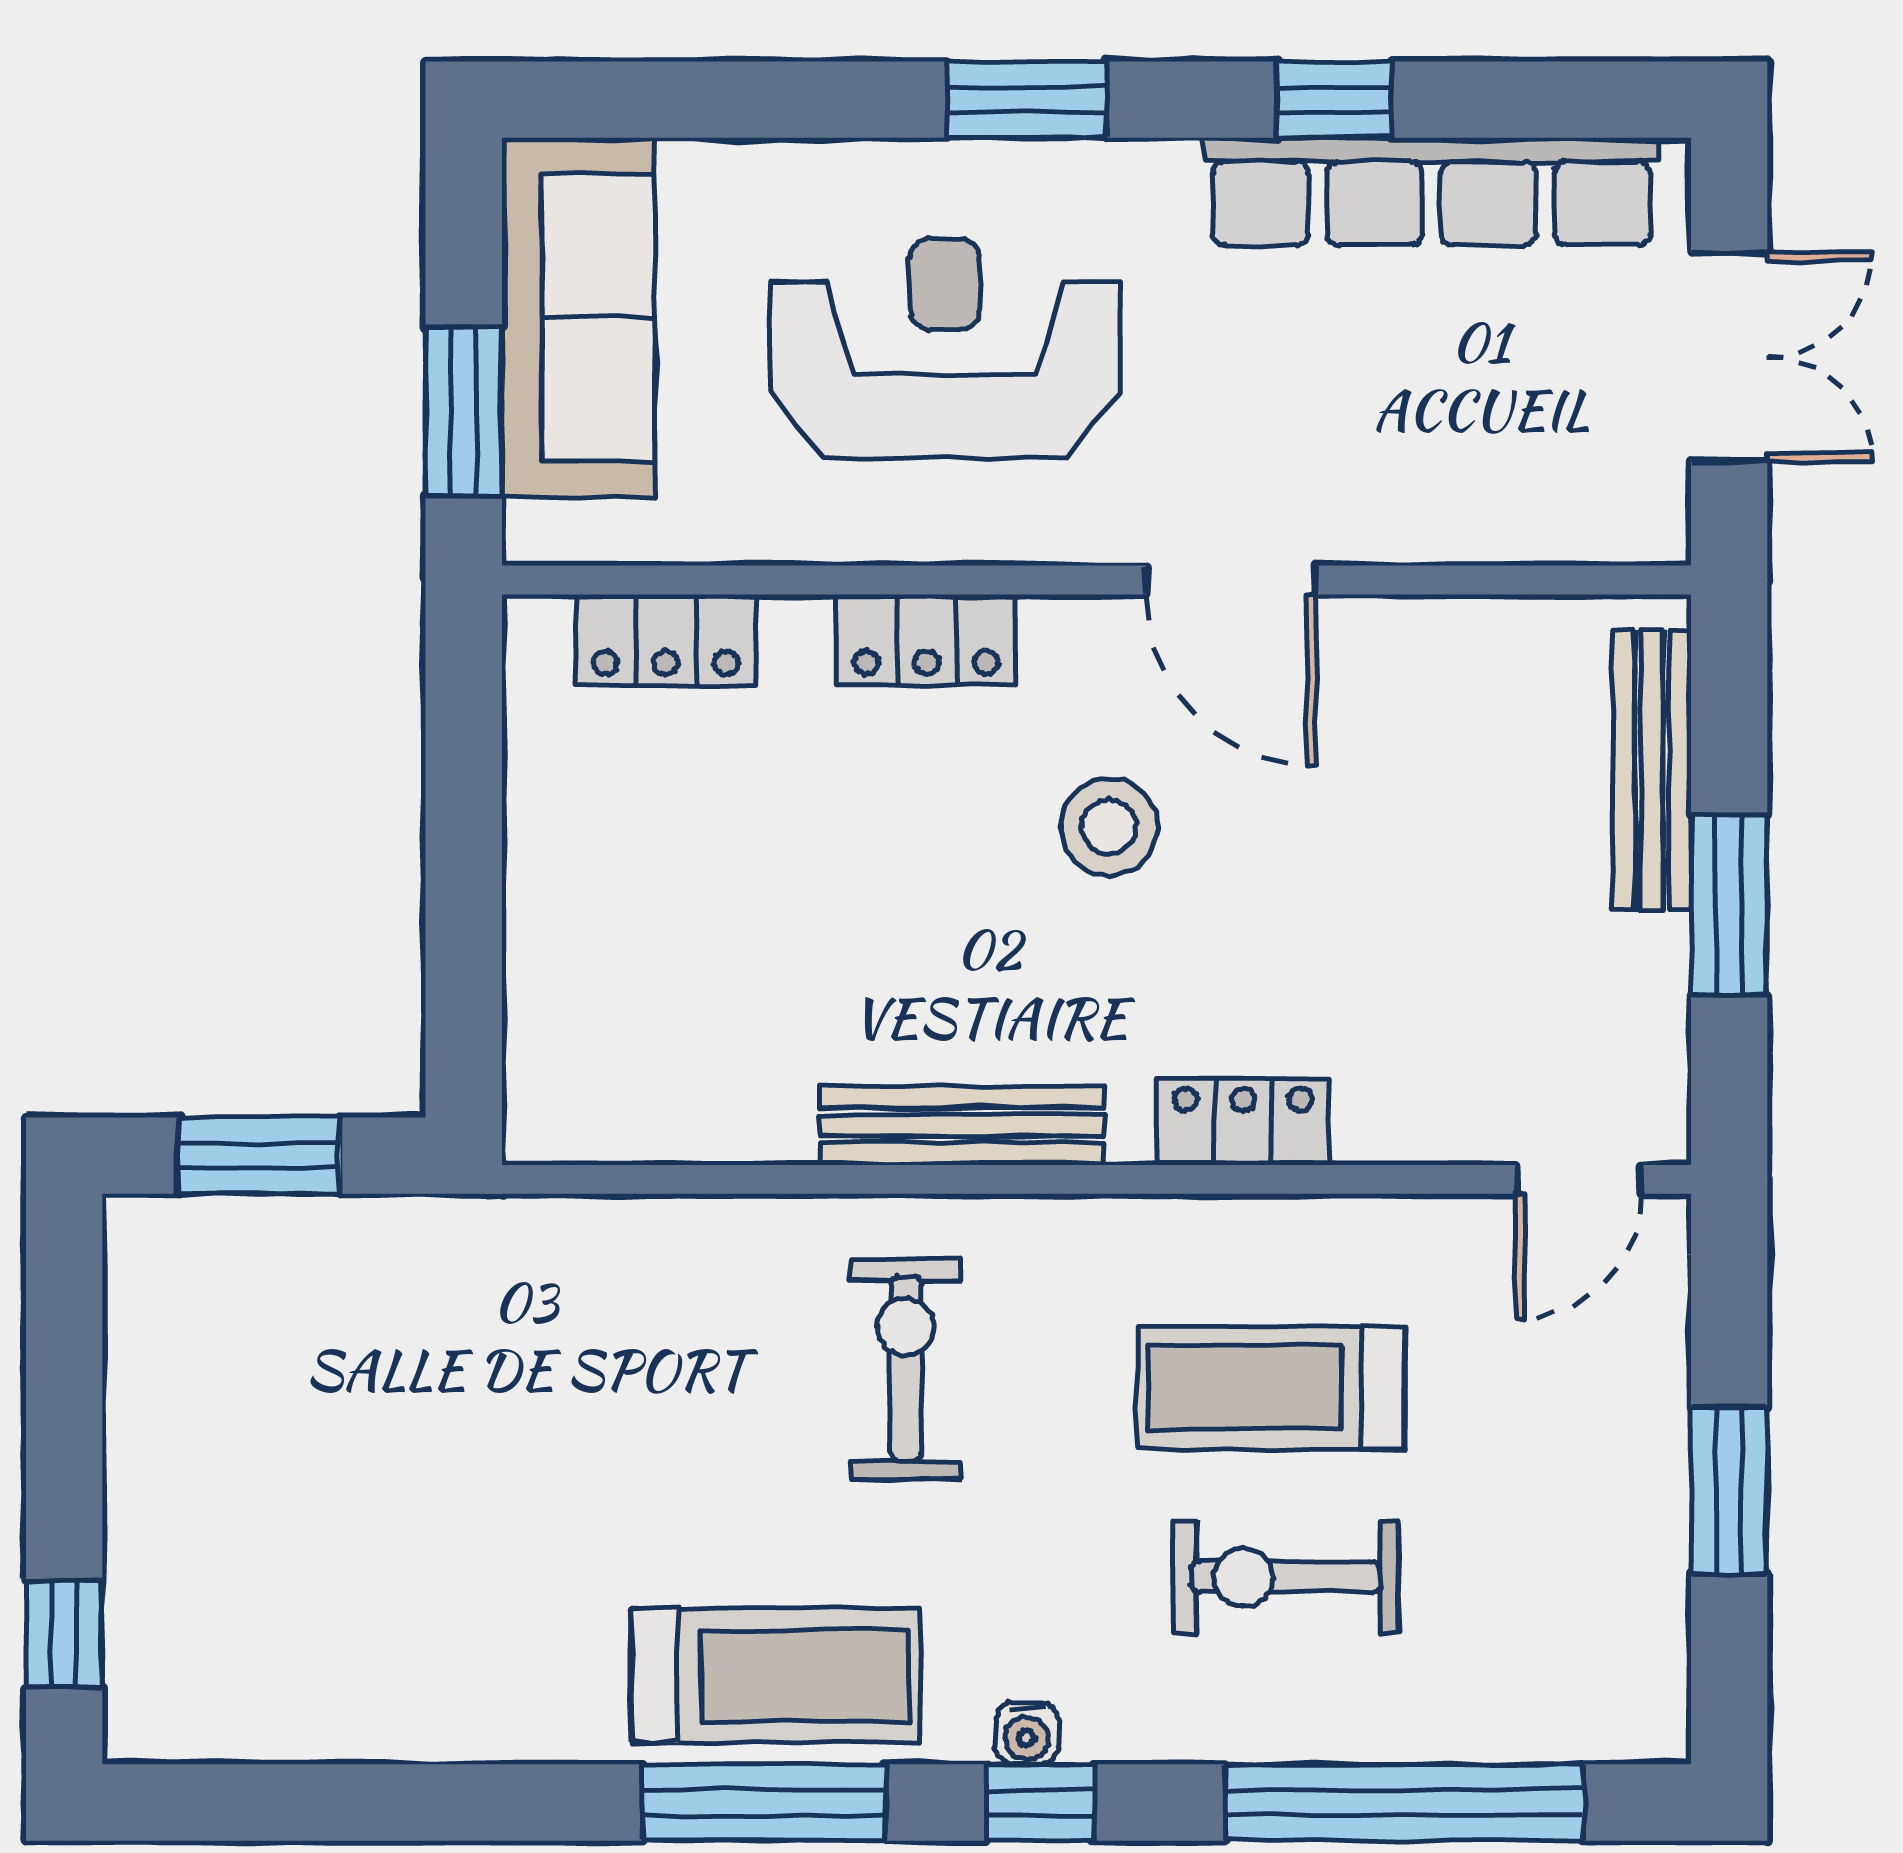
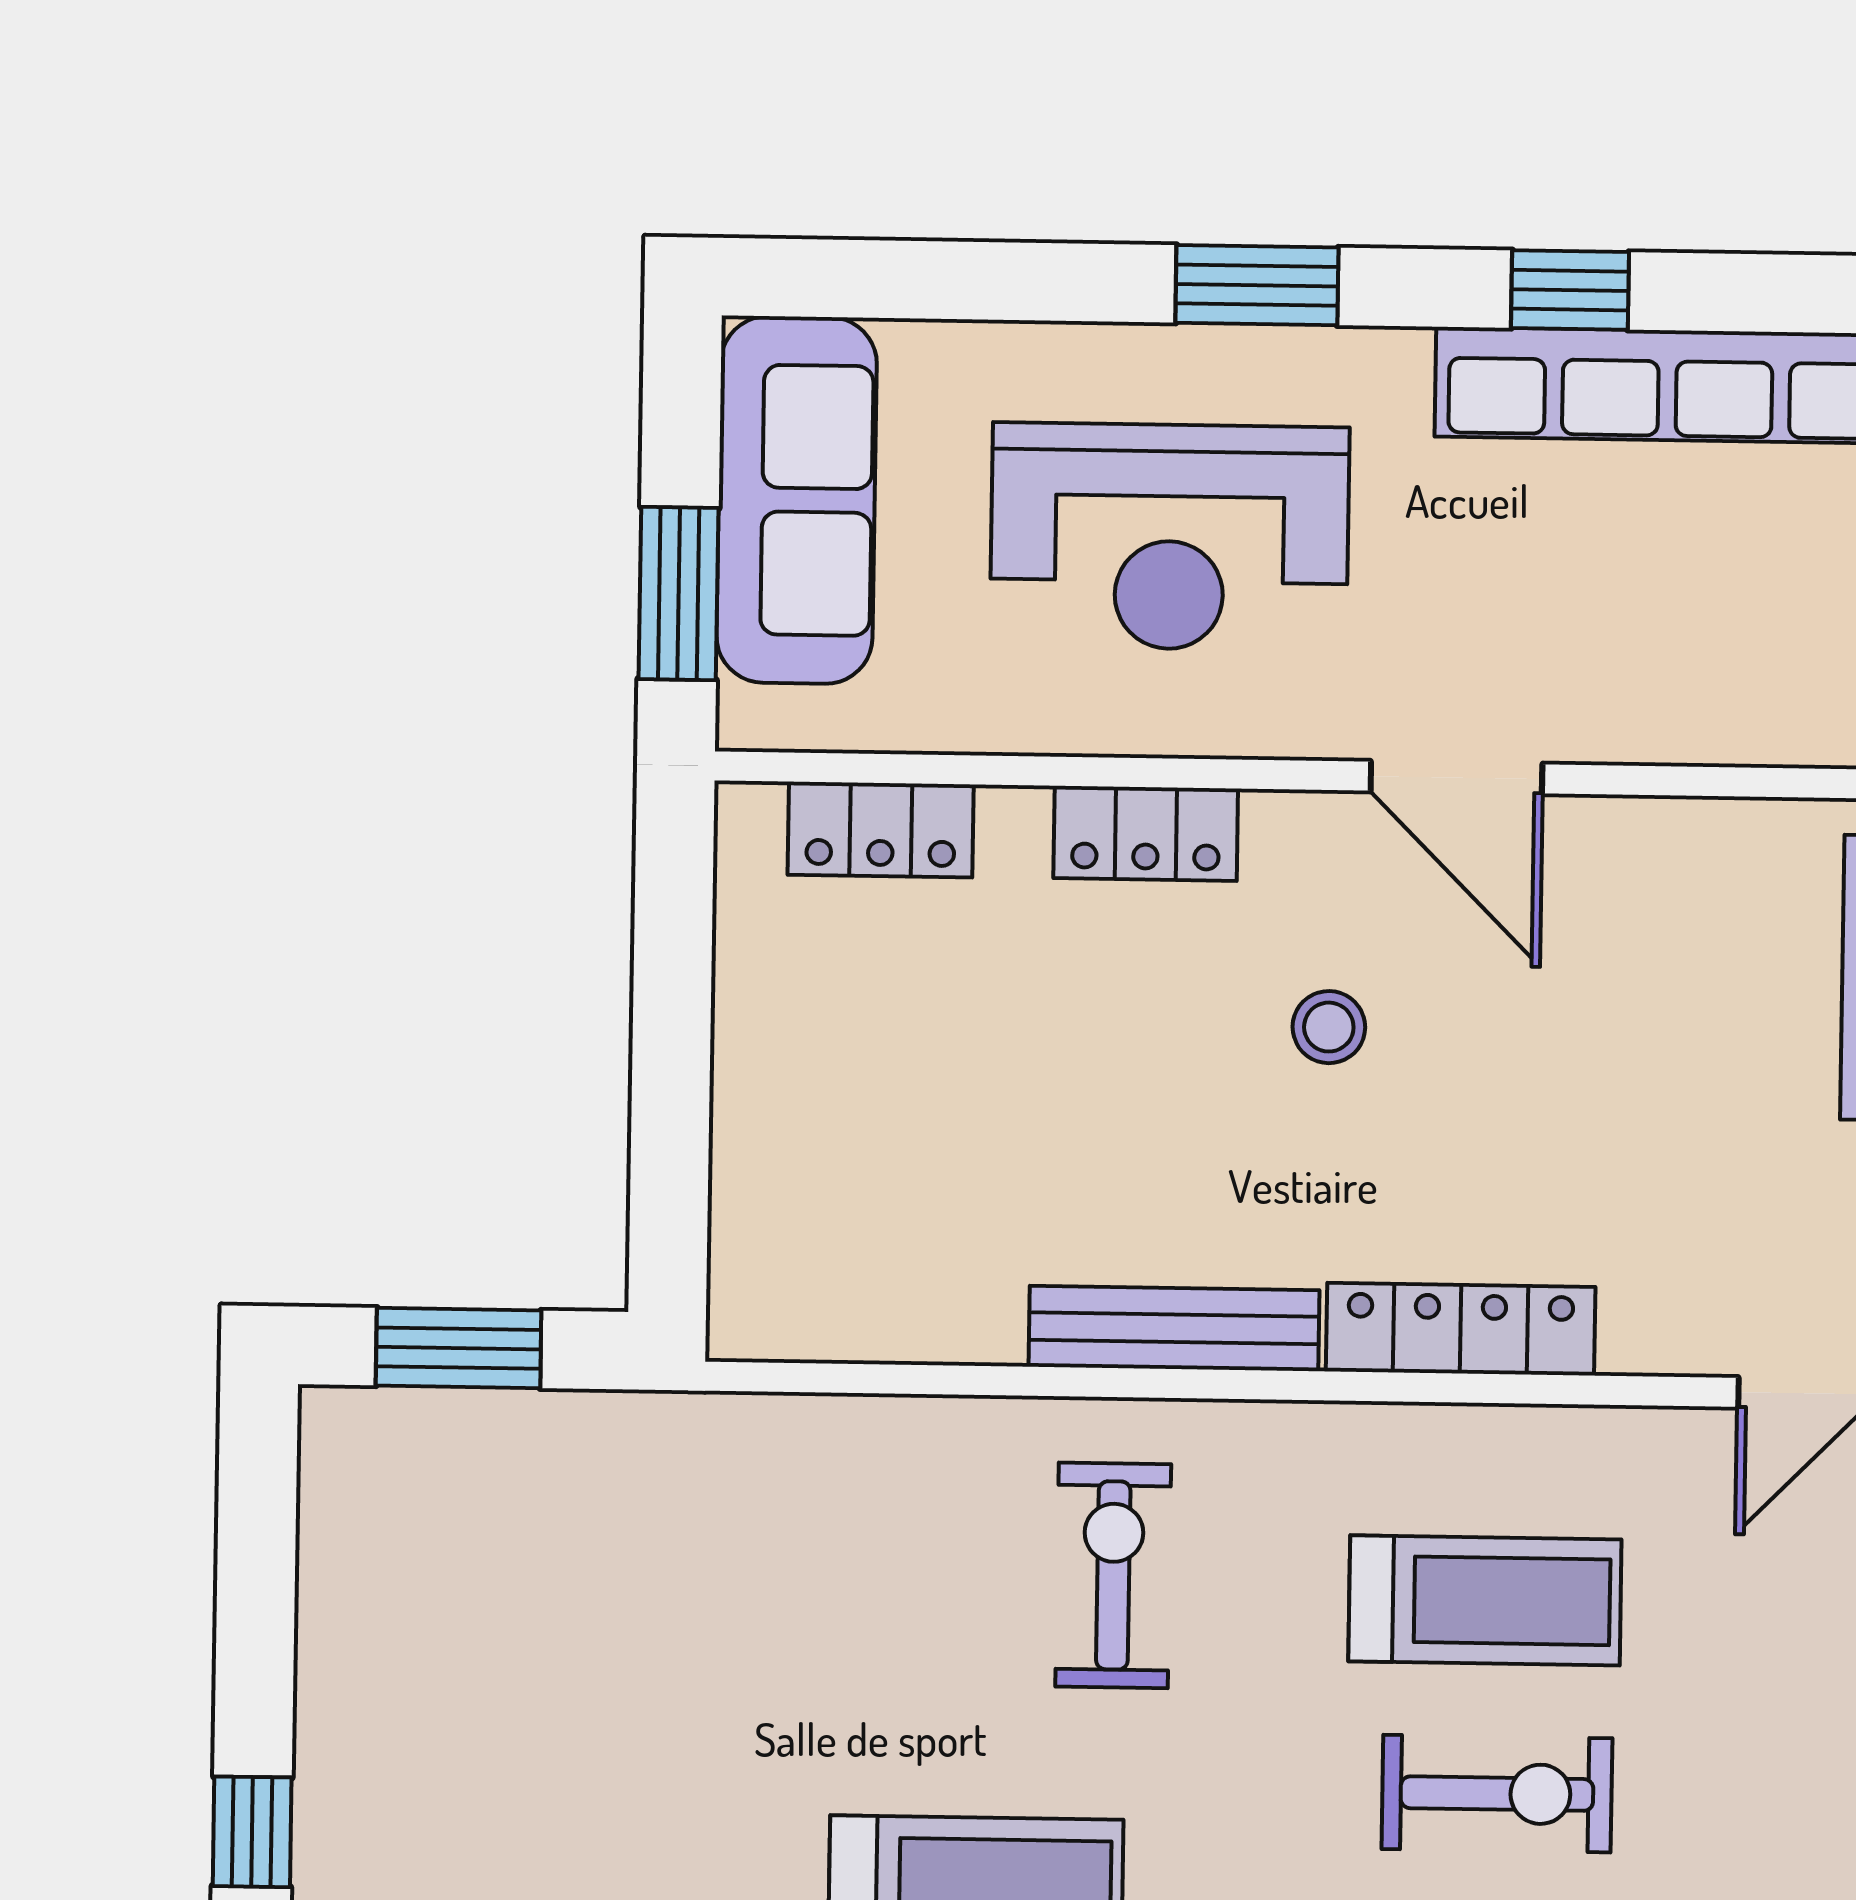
reception desk: (945, 348) -> (1170, 537), turned 180
stool: (1109, 827) -> (1329, 1027), width x0.73, depth x0.73
locker: (1243, 1122) -> (1461, 1329), width x1.53
treadmill: (1271, 1388) -> (1485, 1600), turned 180
exercise bike: (1286, 1577) -> (1497, 1794), turned 180

